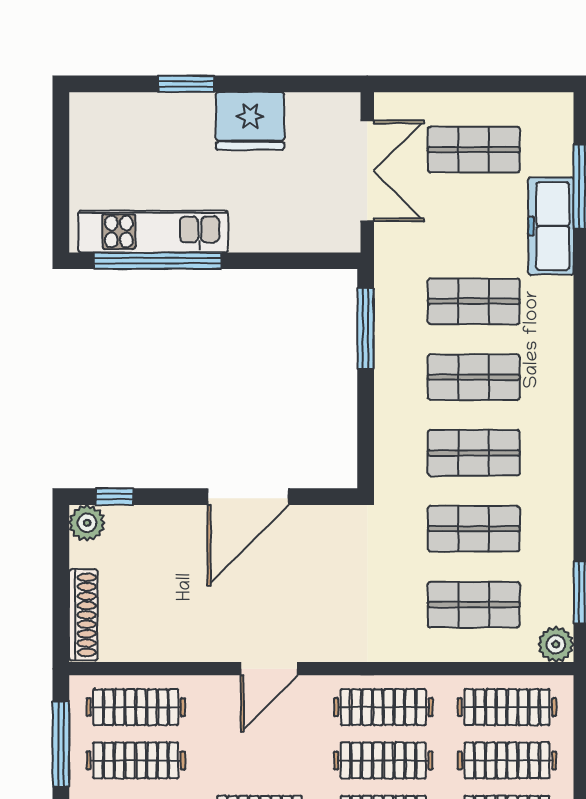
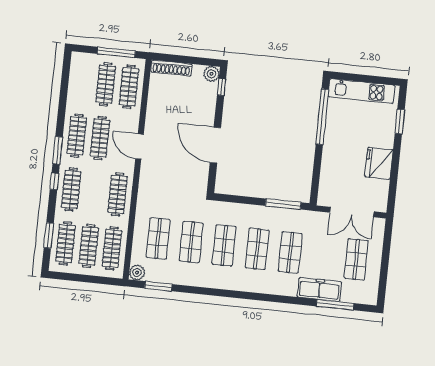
window: (186, 84) -> (400, 121), moved
kitchen unit: (153, 232) -> (361, 91), moved, turned 90
clothes rail: (383, 760) -> (100, 138), moved

